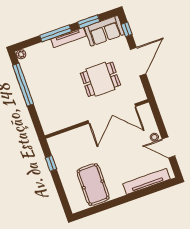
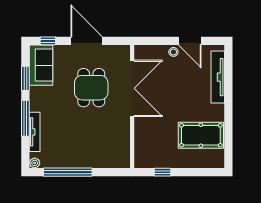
tv unit: (68, 38) -> (35, 132), moved
door: (168, 147) -> (190, 41), hinge flipped

